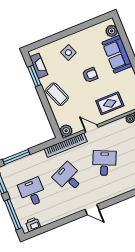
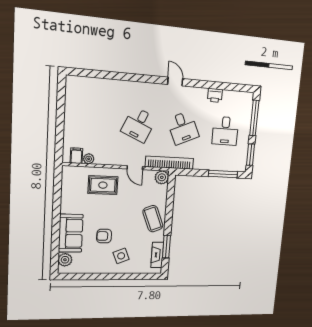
armchair: (90, 75) -> (104, 236), moved
printer: (33, 224) -> (215, 95), moved

